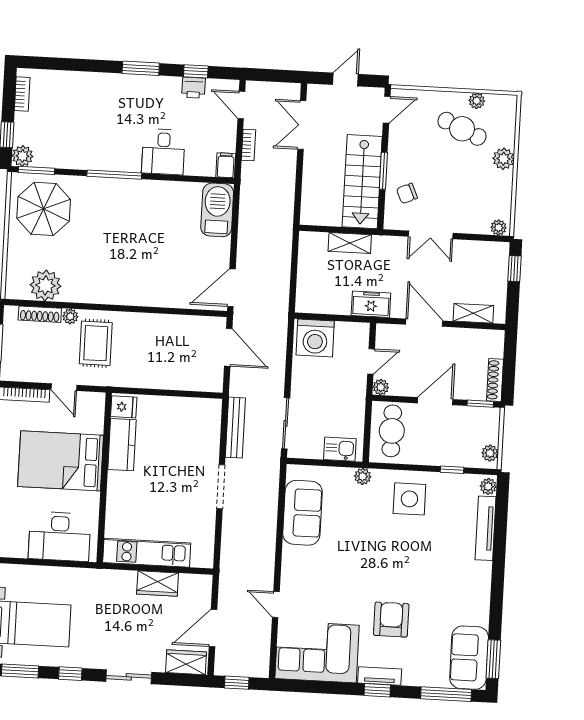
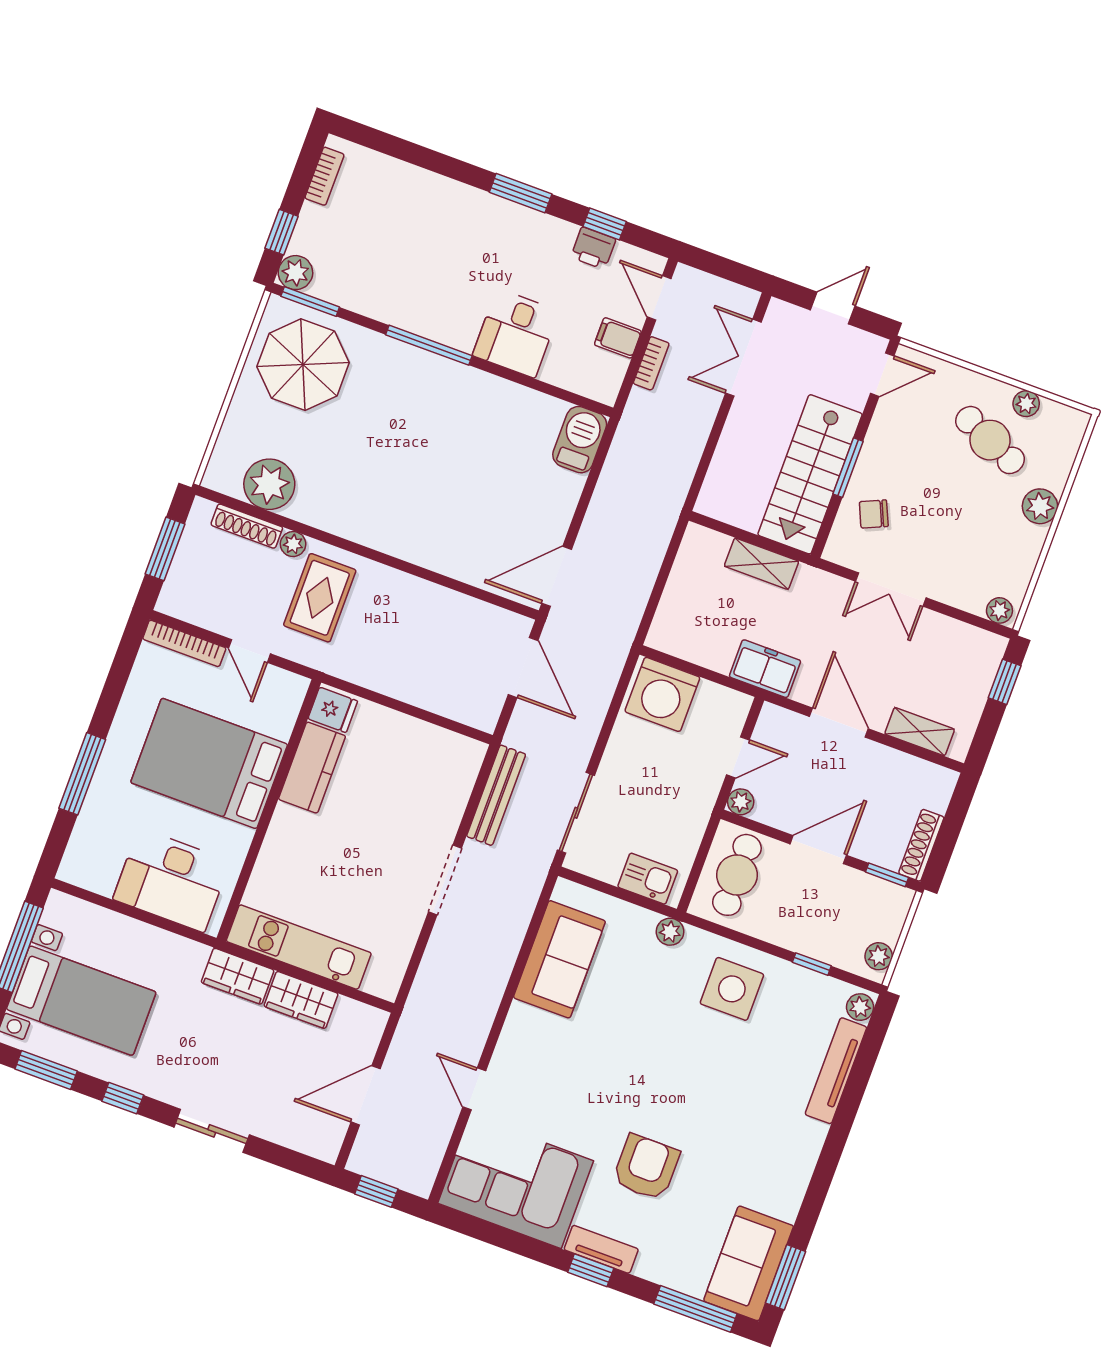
filing cabinet: (226, 165) -> (618, 338), moved, turned -90
barbecue: (217, 210) -> (580, 440), width x0.73, depth x0.83
wardrobe: (186, 662) -> (238, 976), moved, turned 180

